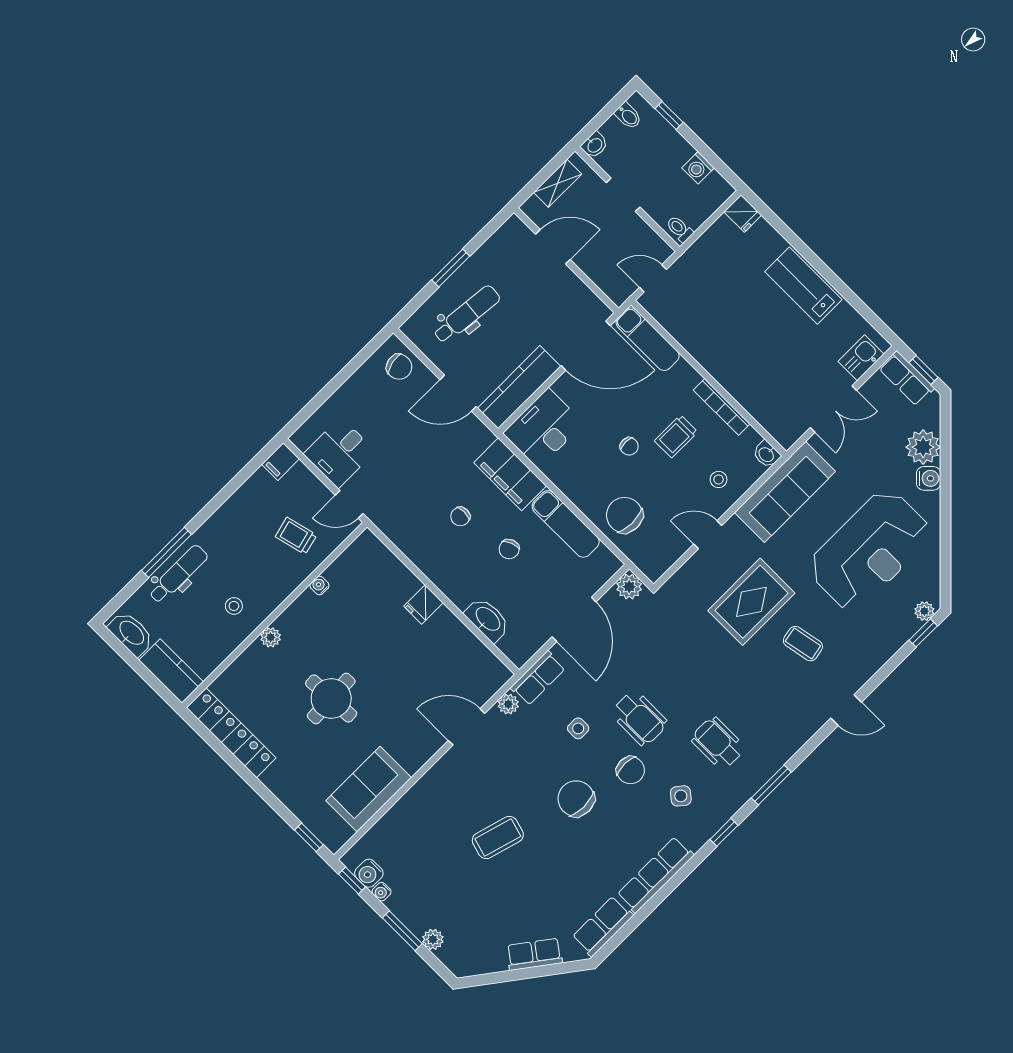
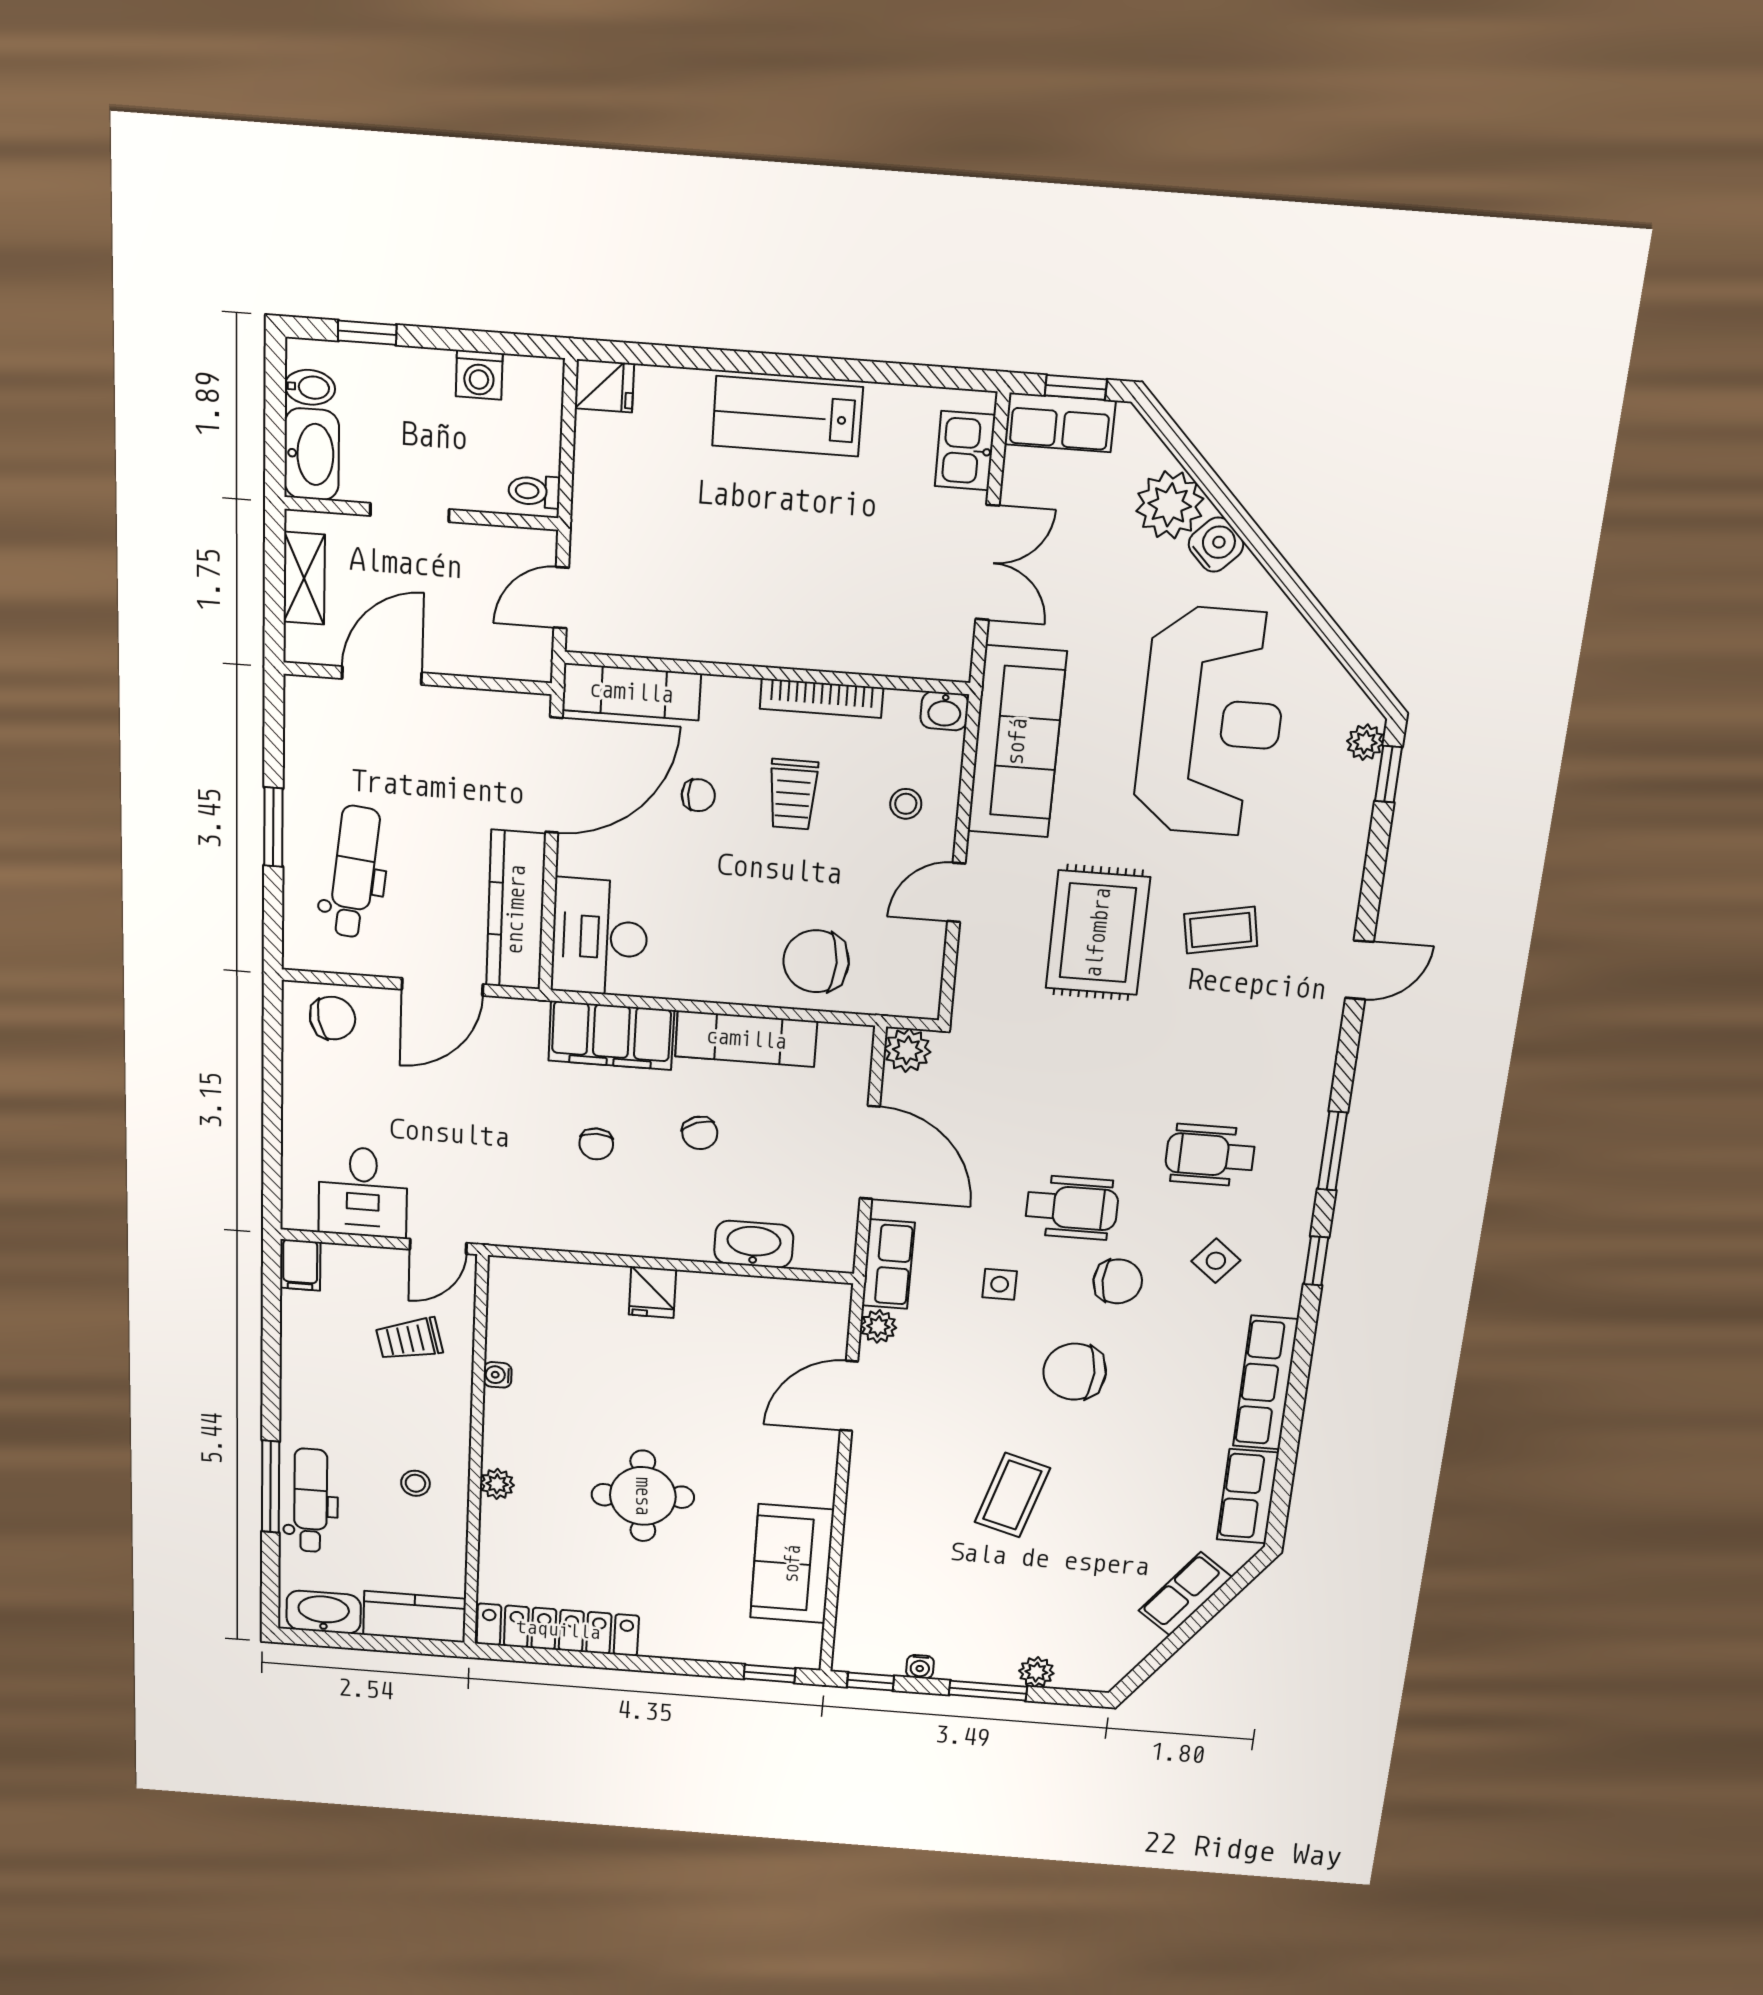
washbasin: (594, 145) -> (312, 454), width x1.91, depth x1.45
chair: (629, 446) -> (698, 795), moved
water cooler: (369, 873) -> (884, 1658), removed

